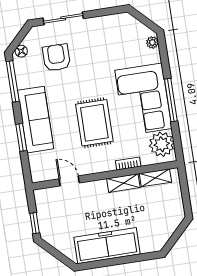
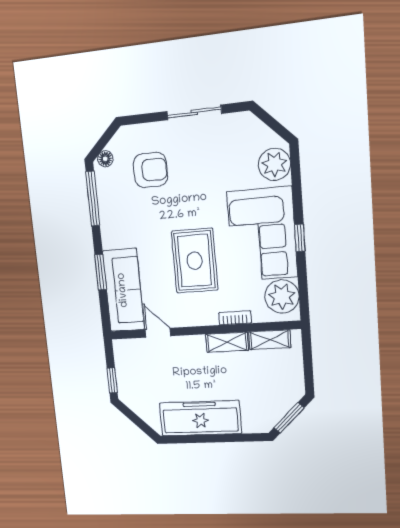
sliding door: (63, 18) -> (194, 112), moved
plant: (152, 42) -> (274, 164), width x1.88, depth x1.88
armchair: (56, 58) -> (150, 170), turned 90
window: (171, 100) -> (300, 238), width x0.46
sofa: (36, 120) -> (123, 290), moved
window: (175, 237) -> (289, 418), added

